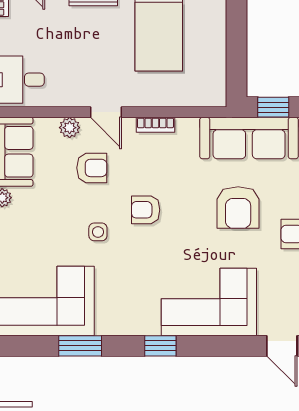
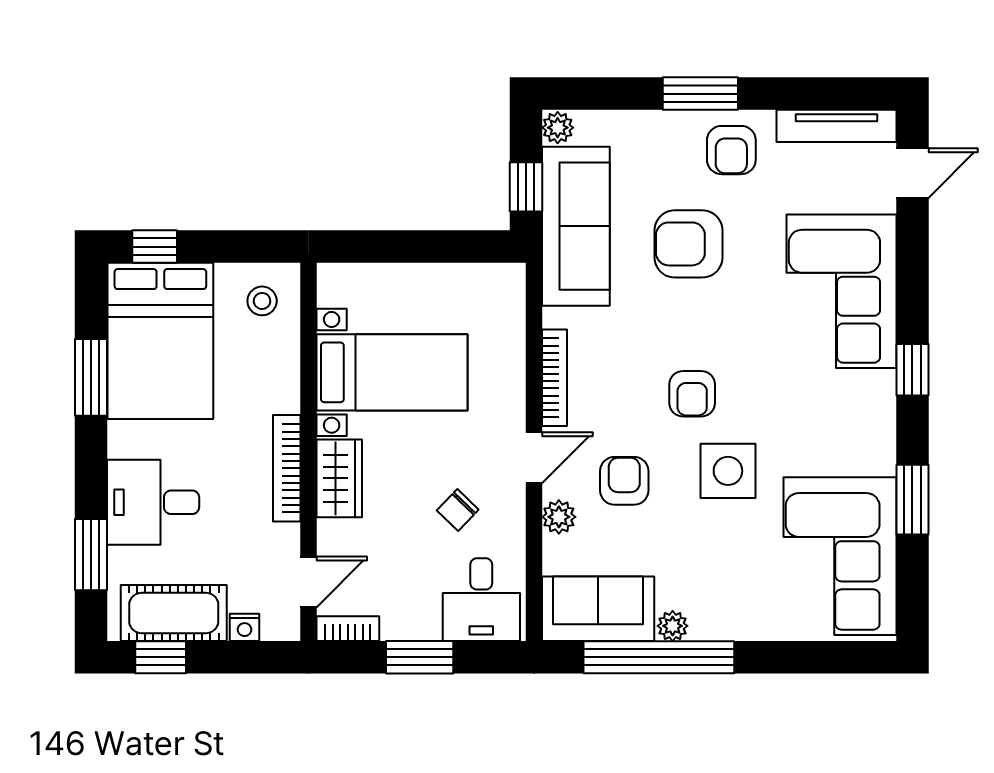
chair: (74, 65) -> (458, 510), added
bookcase: (155, 125) -> (554, 378), width x1.56
armchair: (238, 208) -> (688, 244), turned 180
side table: (98, 232) -> (728, 471), width x1.87, depth x1.87

